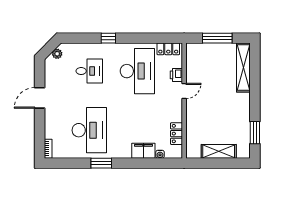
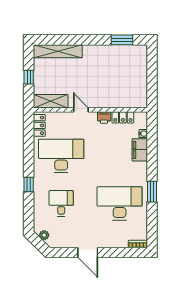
window: (217, 38) -> (29, 77), width x0.46
printer: (176, 75) -> (104, 117), moved
shelving: (219, 151) -> (51, 101), moved, turned 90

